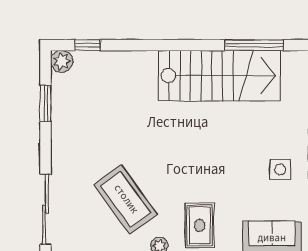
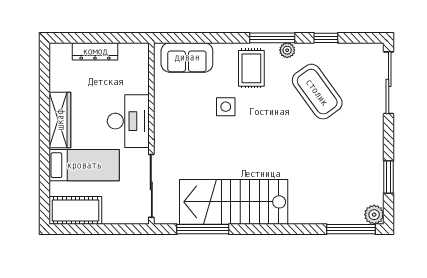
window: (88, 45) -> (351, 229), width x2.17
side table: (280, 169) -> (226, 107), moved

